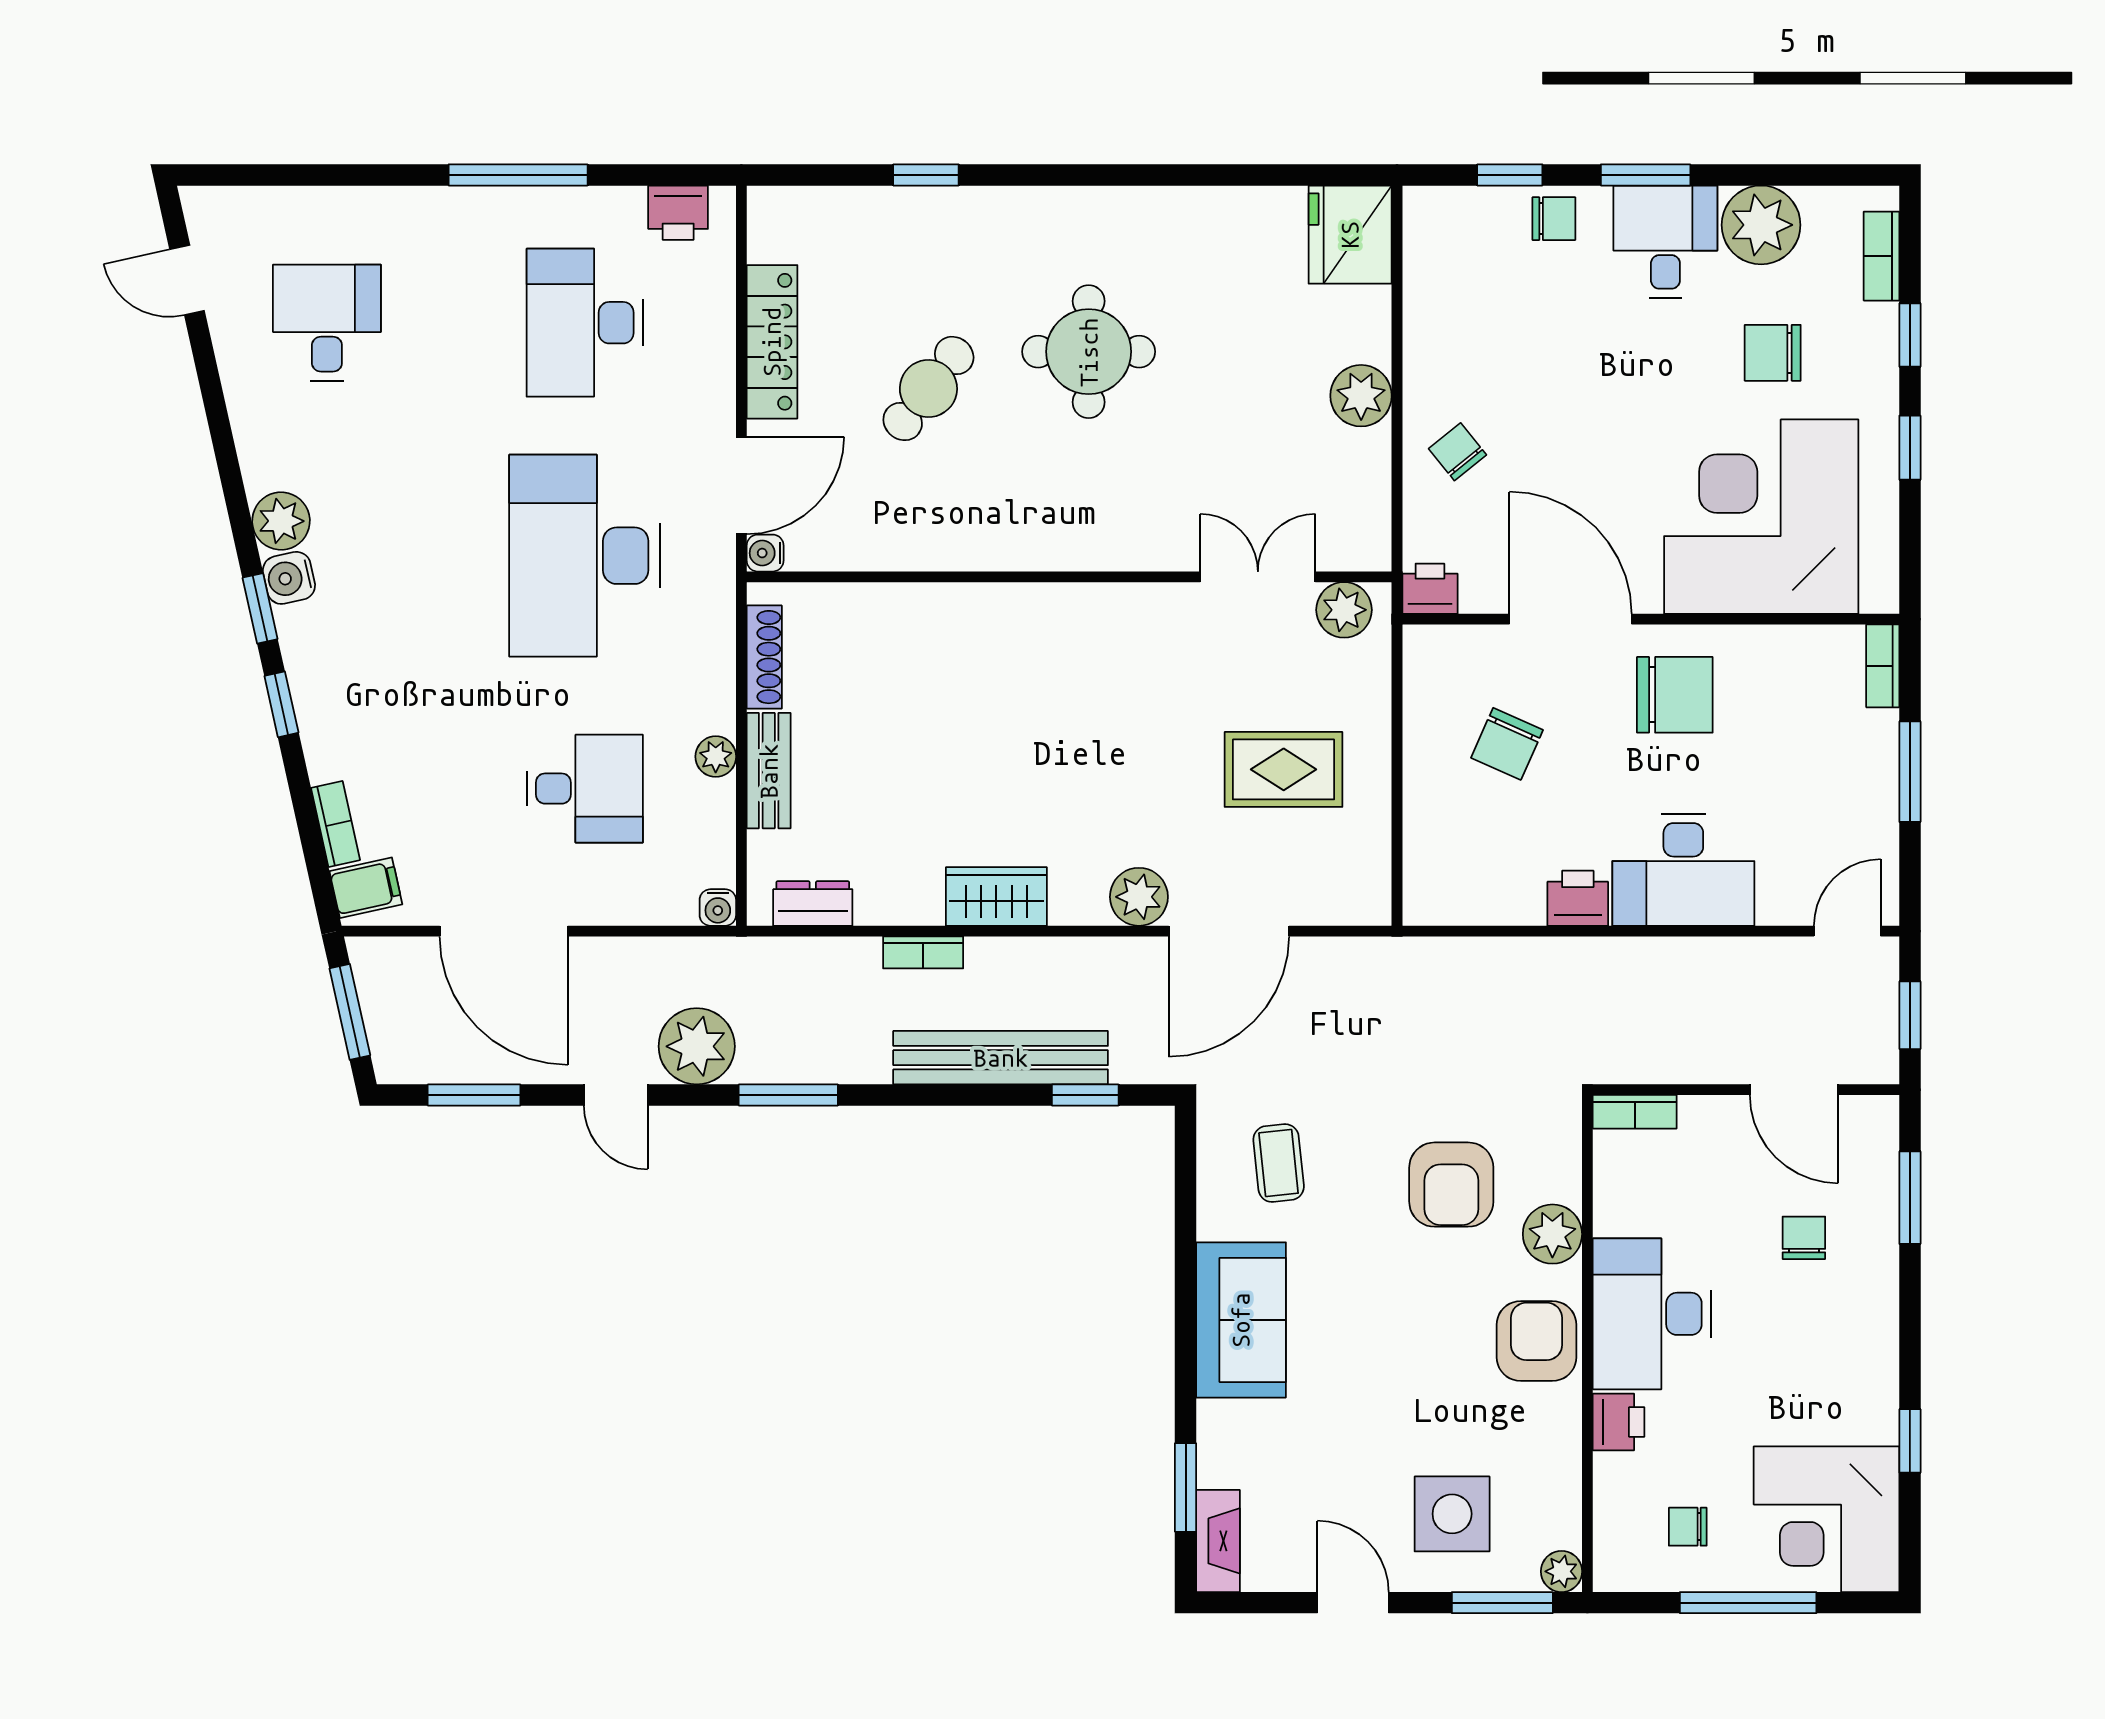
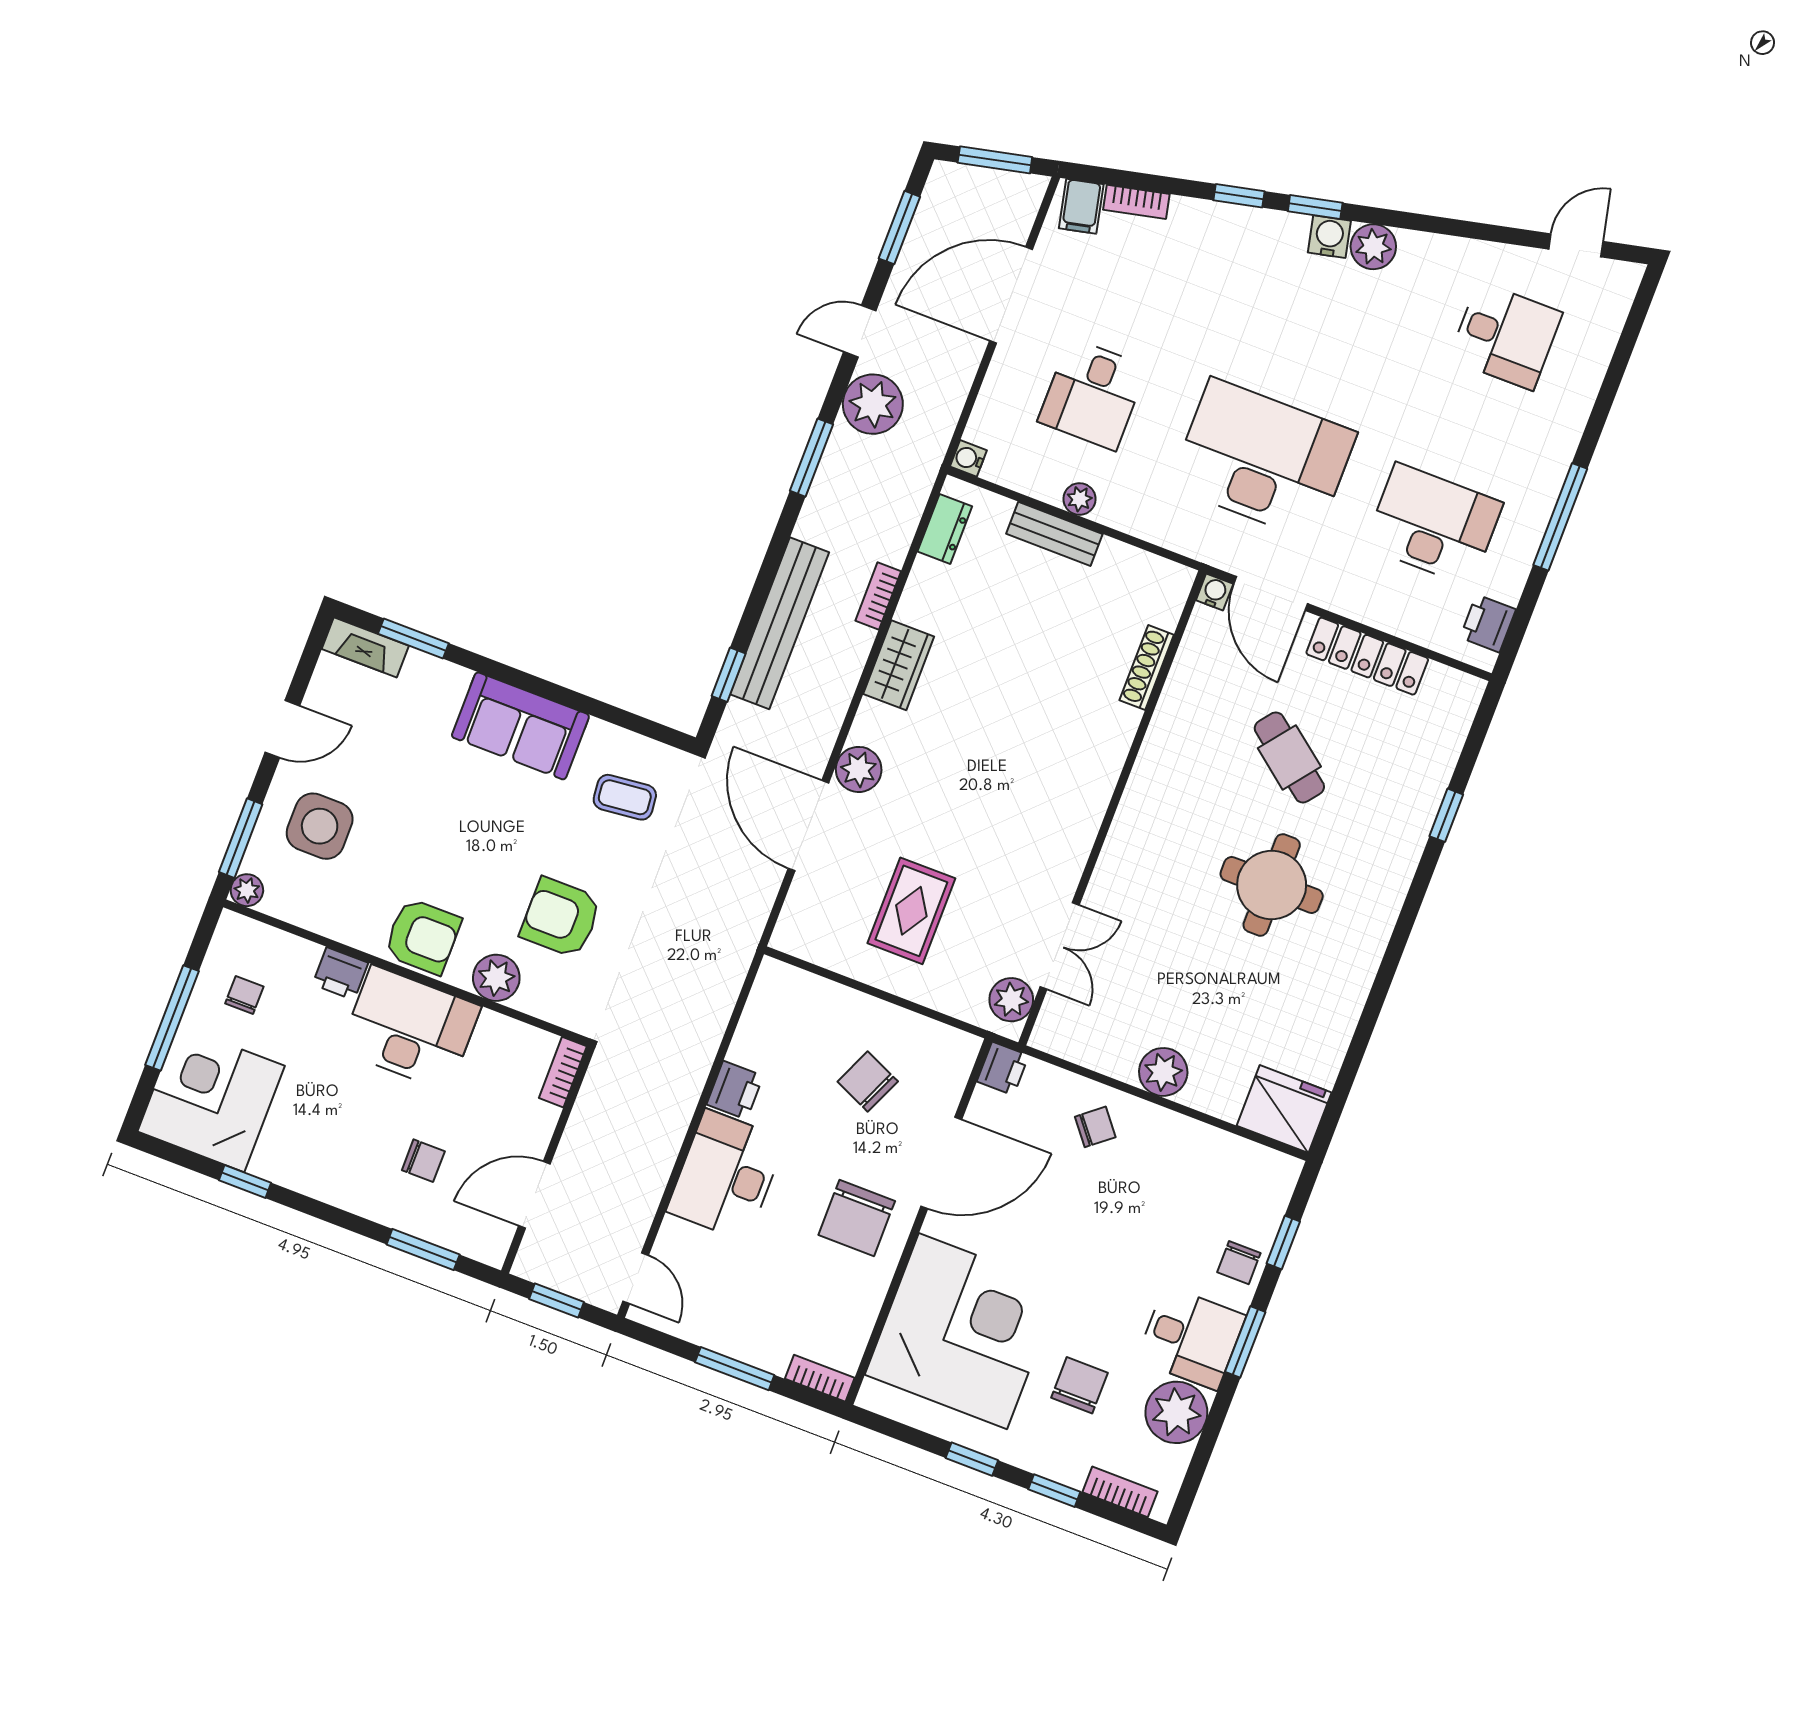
shoe rack: (764, 657) -> (1147, 668), moved, turned 90

